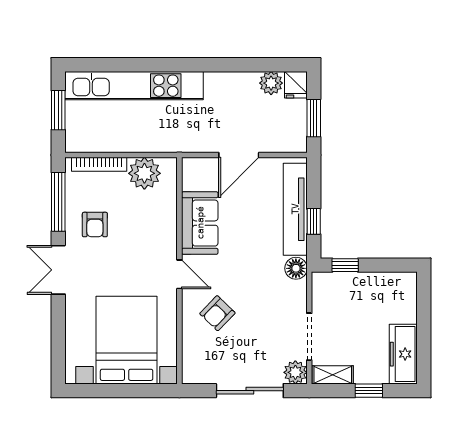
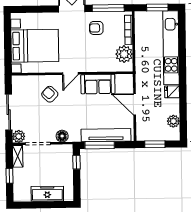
fridge: (296, 85) -> (172, 92), moved
window: (314, 221) -> (100, 145), width x2.17
floor lamp: (296, 268) -> (62, 136), moved
freezer: (403, 354) -> (47, 194), moved

